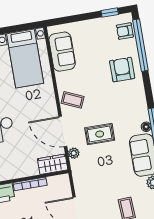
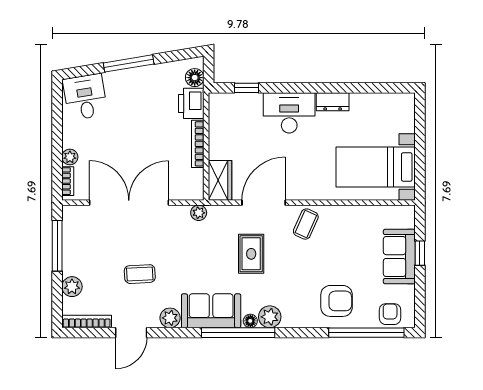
window: (110, 13) -> (420, 253), moved
sofa: (62, 52) -> (399, 257), moved, turned 90
plant: (141, 114) -> (270, 317), added
plant: (74, 153) -> (199, 213), moved

